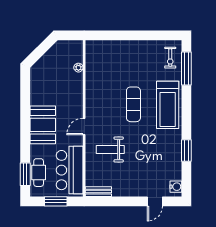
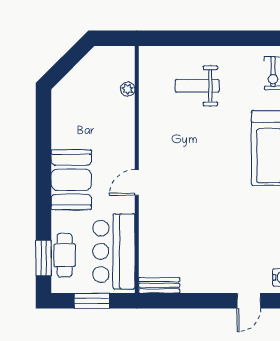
exercise mat: (133, 104) -> (215, 147), removed
weight bench: (110, 149) -> (197, 86), moved

